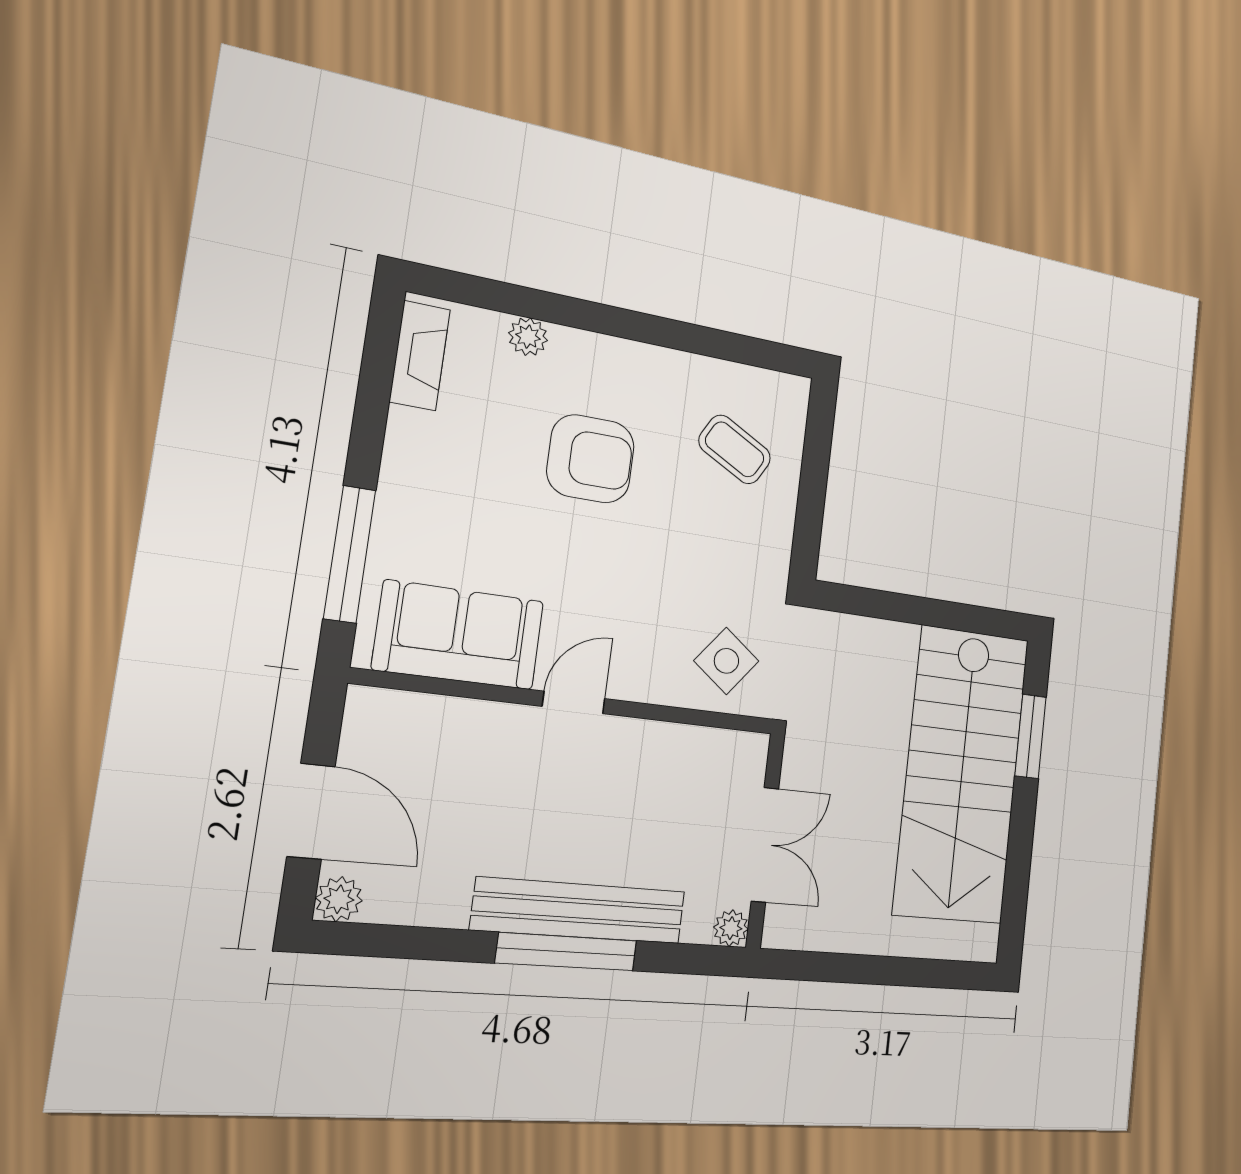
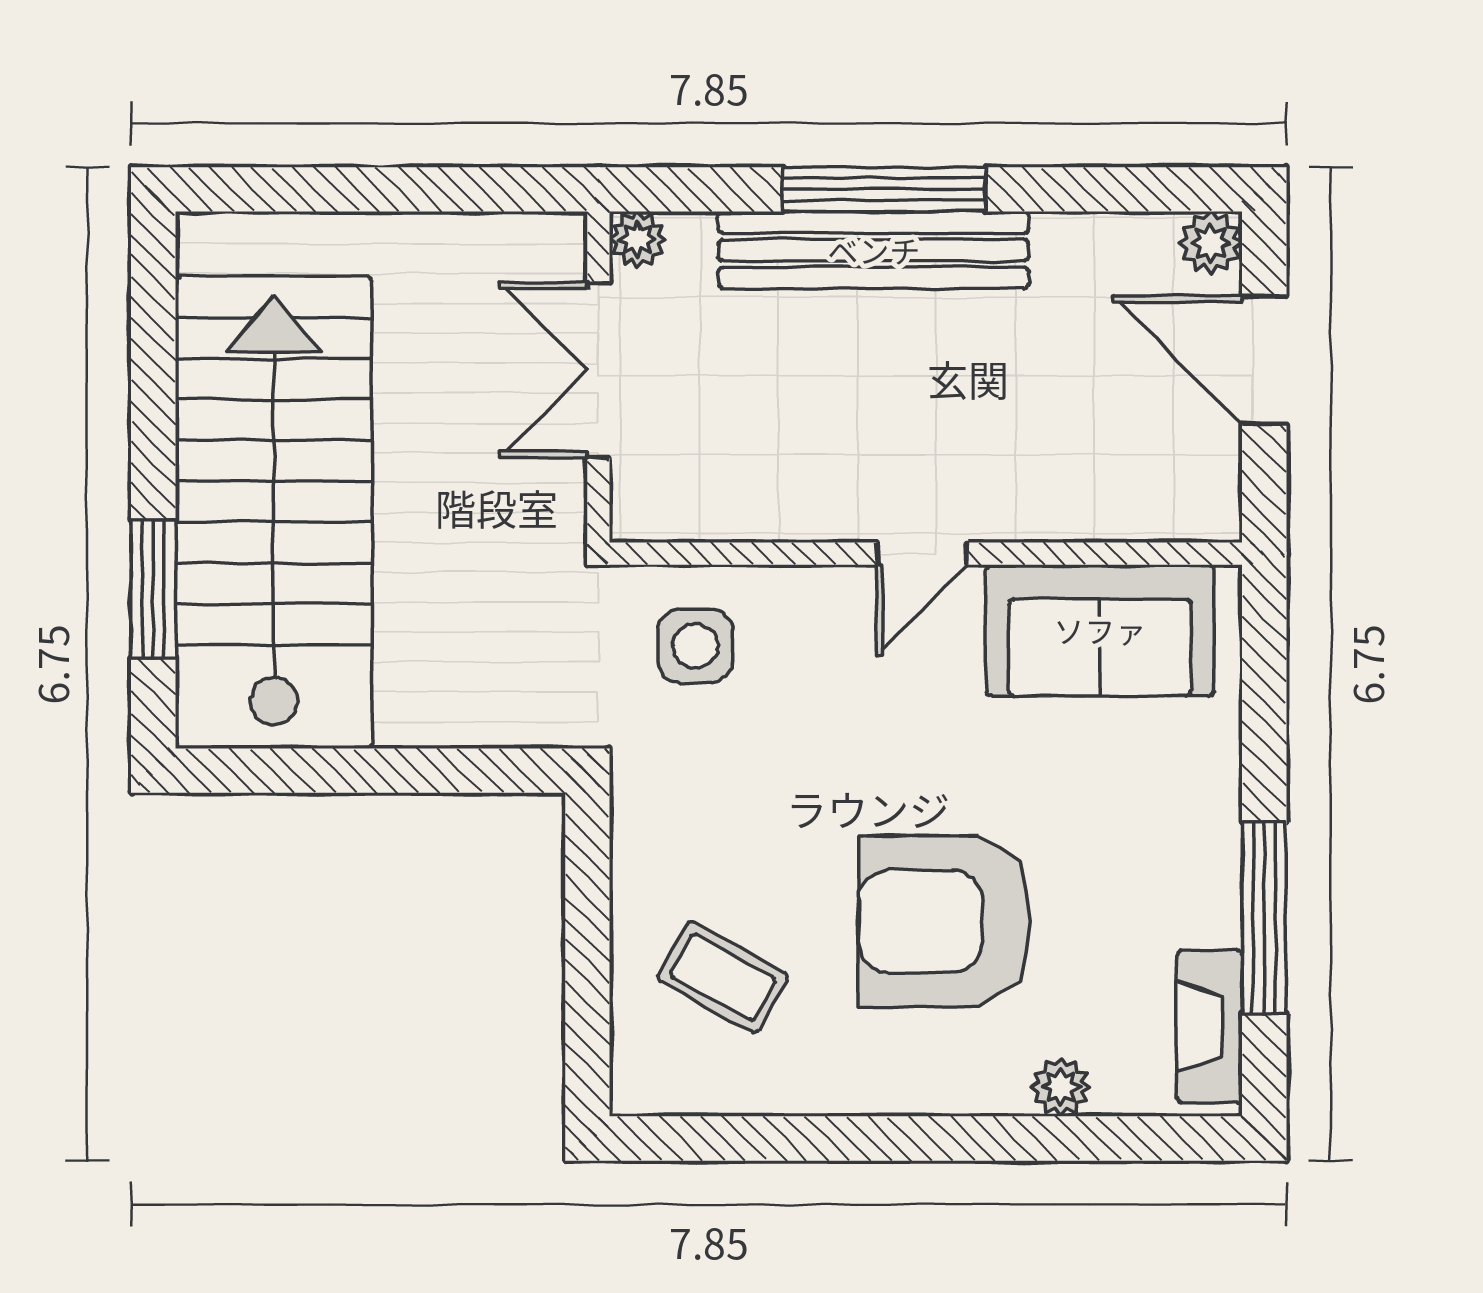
armchair: (591, 459) -> (945, 921), width x1.36, depth x1.36
window: (350, 554) -> (1264, 918), moved
side table: (726, 661) -> (695, 646), turned -38

